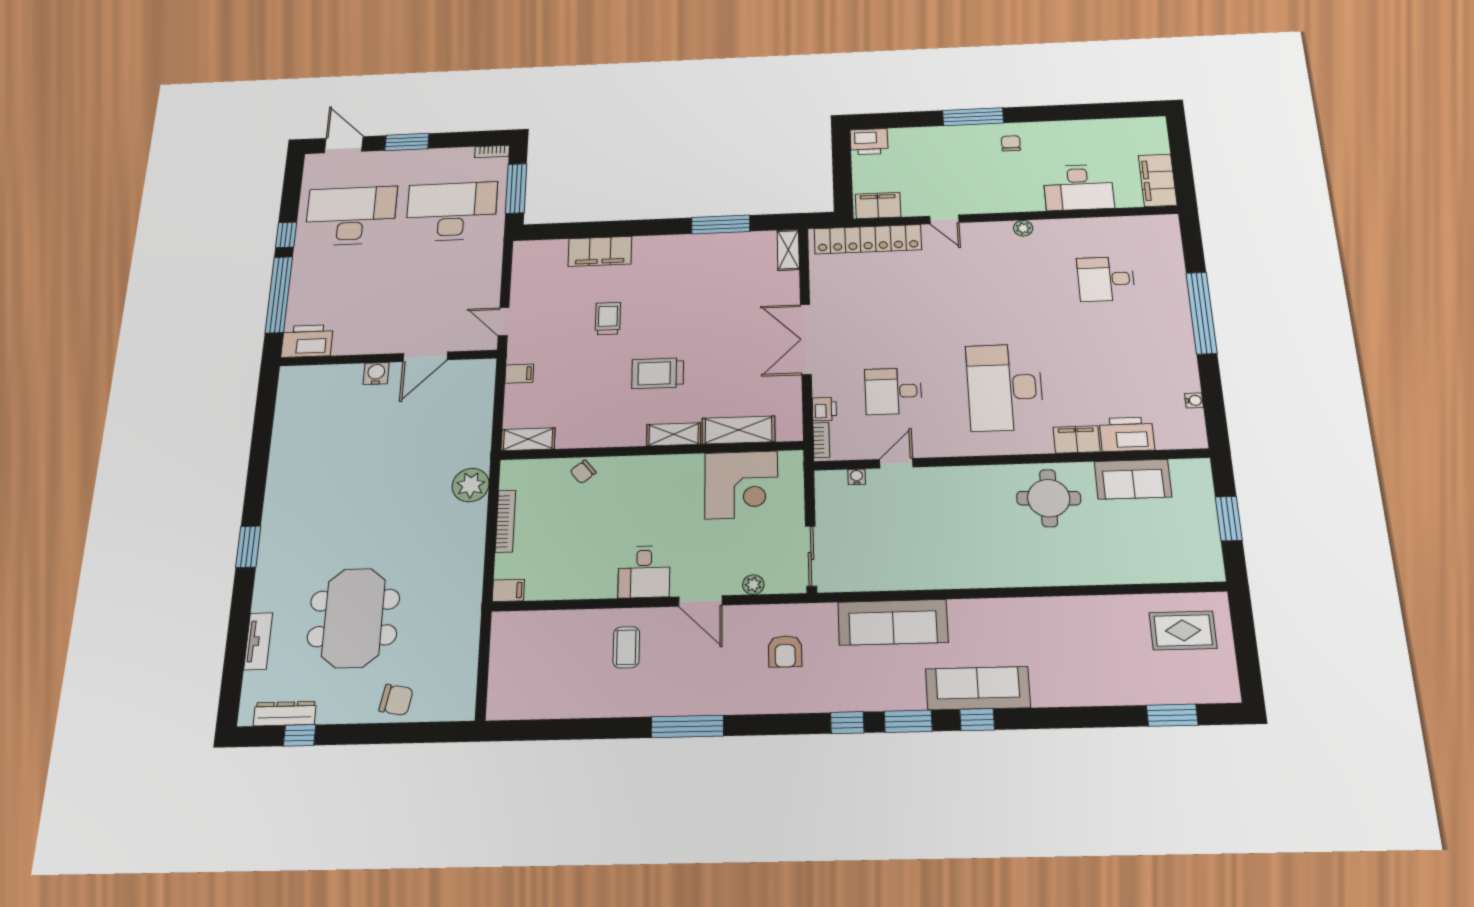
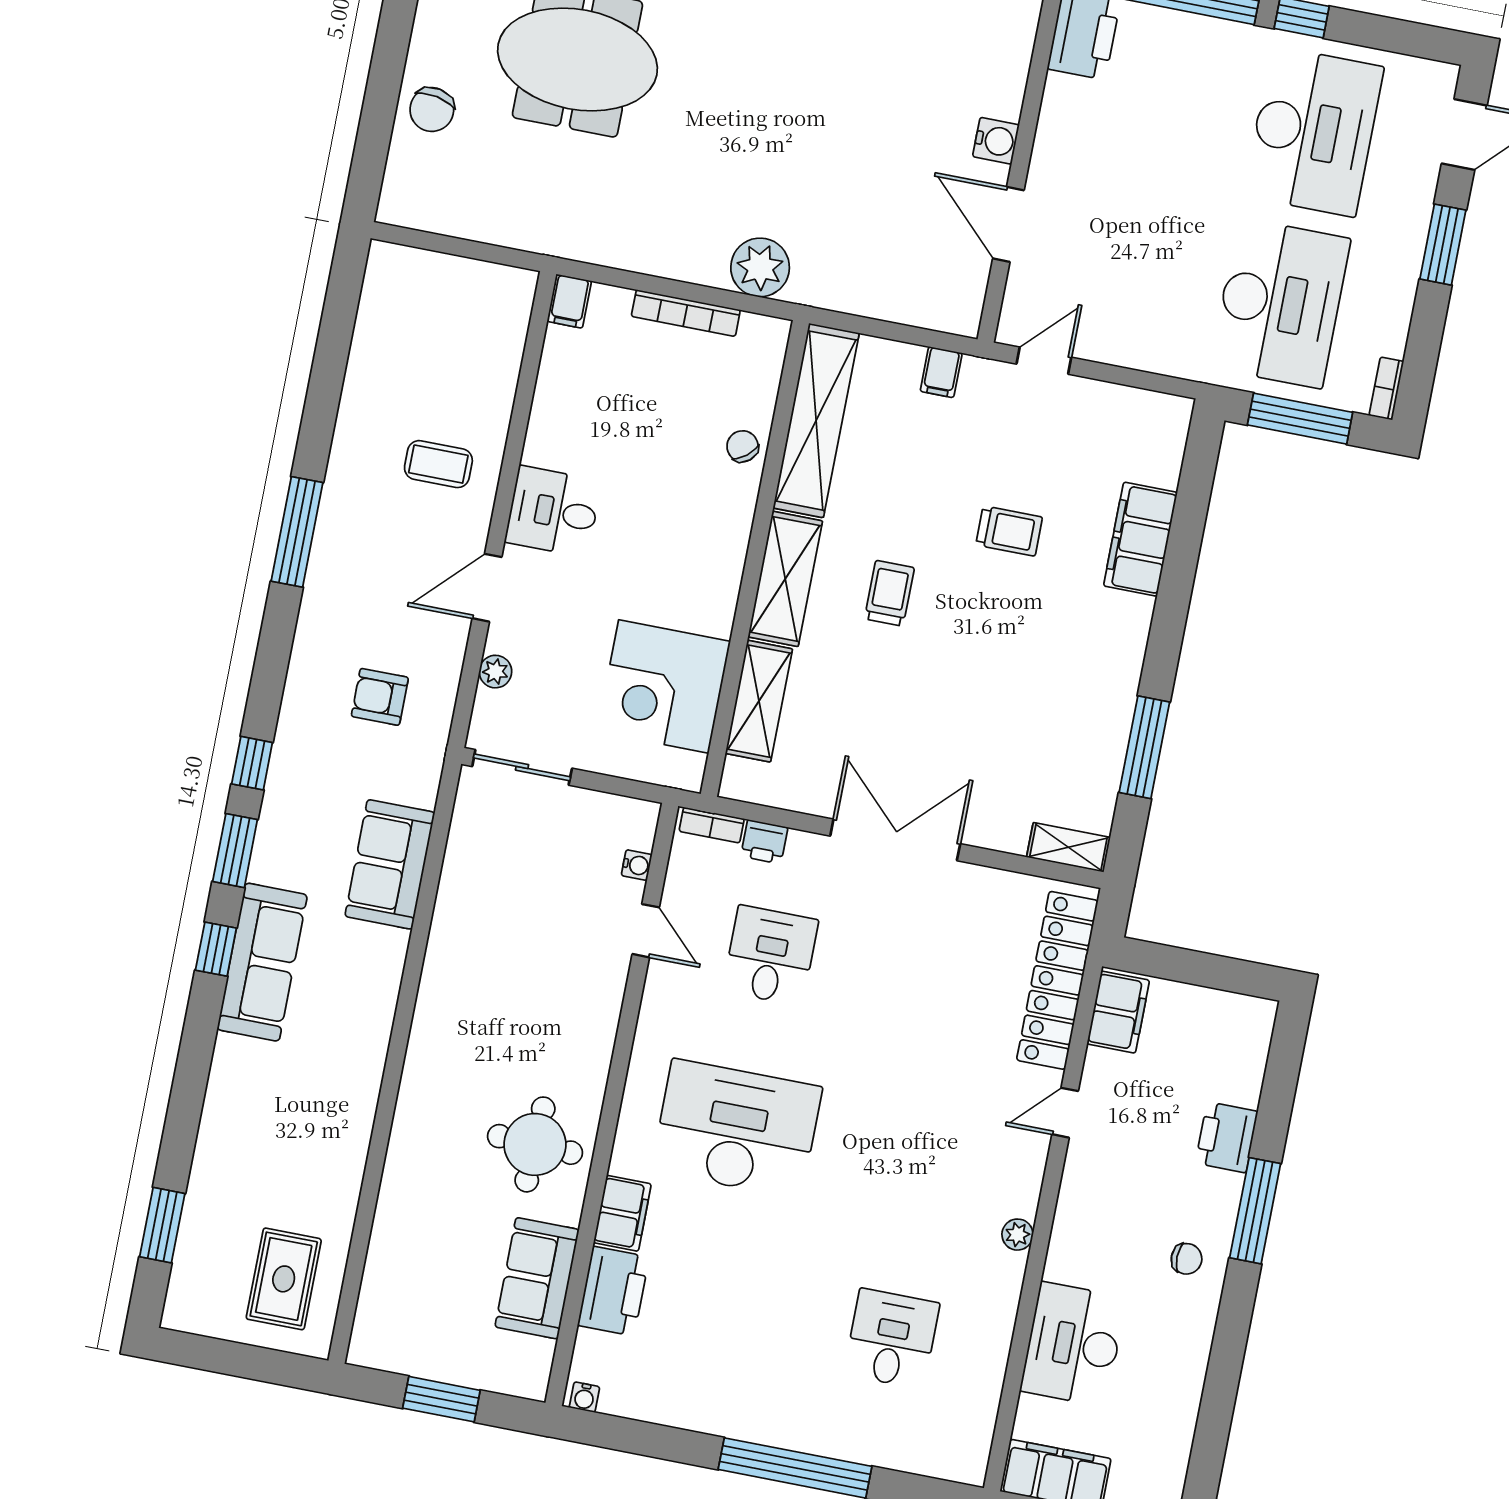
printer: (869, 142) -> (1227, 1137), moved
trolley: (658, 373) -> (889, 593), width x0.73, depth x0.72
water cooler: (1194, 400) -> (584, 1397), moved
shelving: (674, 434) -> (785, 579), width x1.50, depth x1.33
shelving: (528, 439) -> (816, 421), width x2.20, depth x1.33
sofa: (893, 622) -> (390, 864), width x0.73

